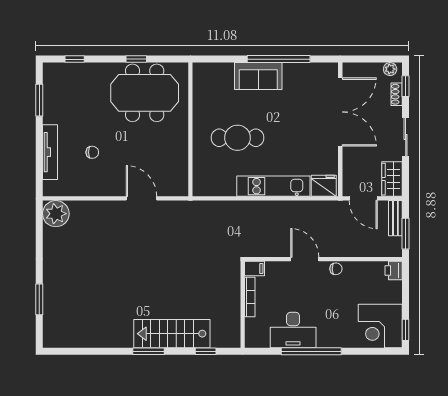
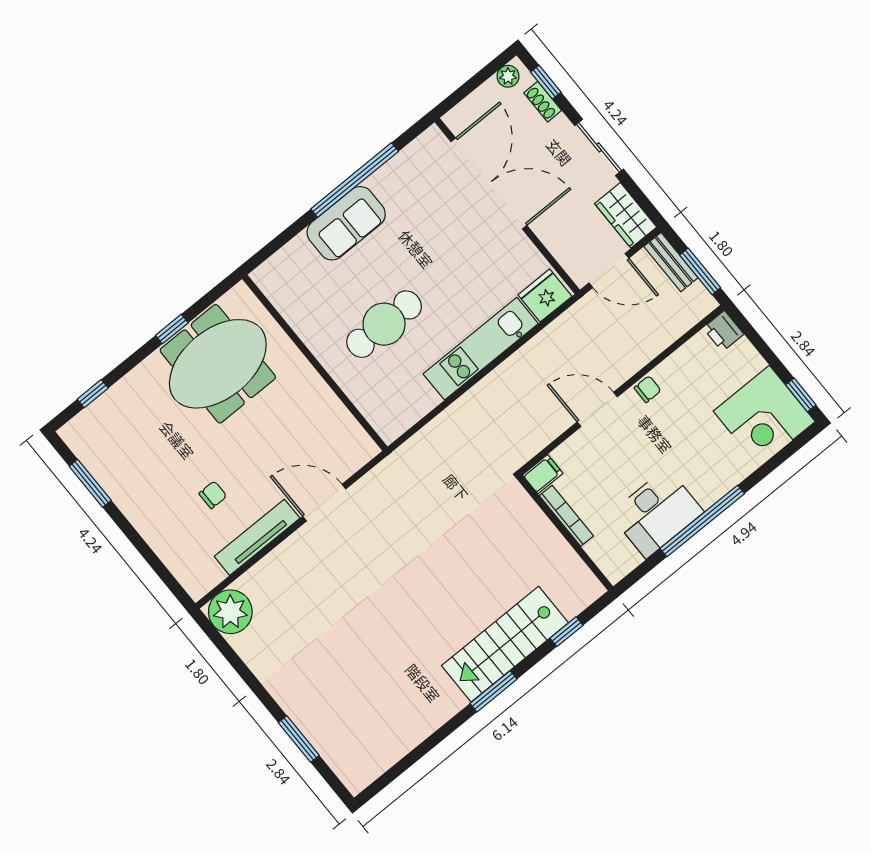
tv unit: (50, 152) -> (257, 537), moved, turned -90

